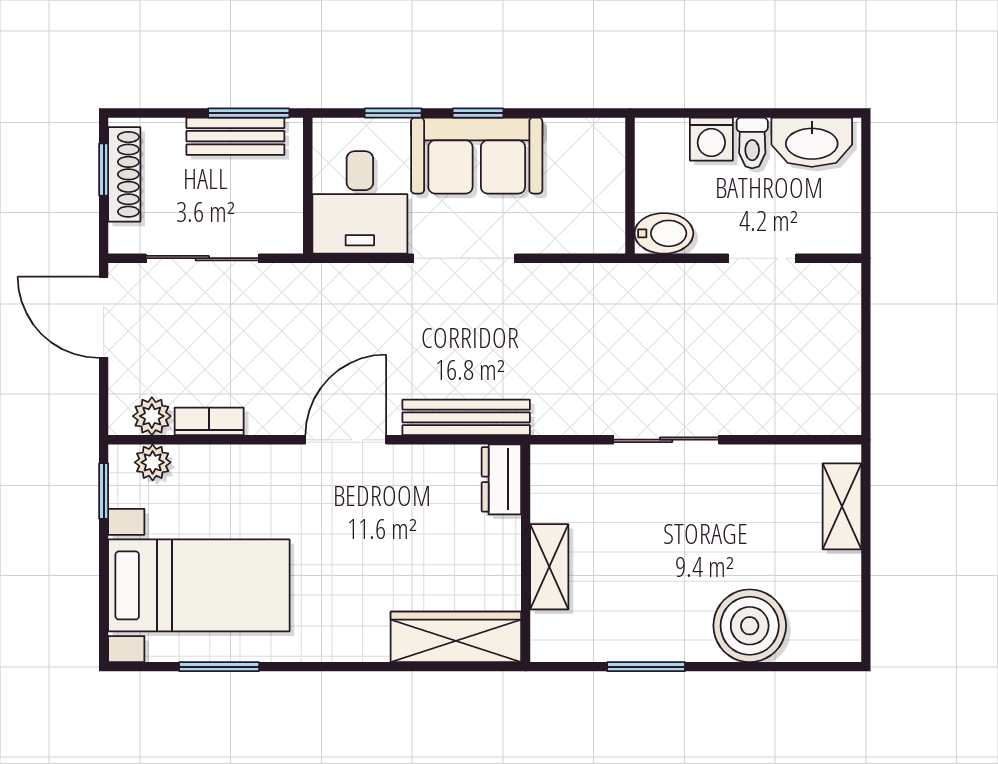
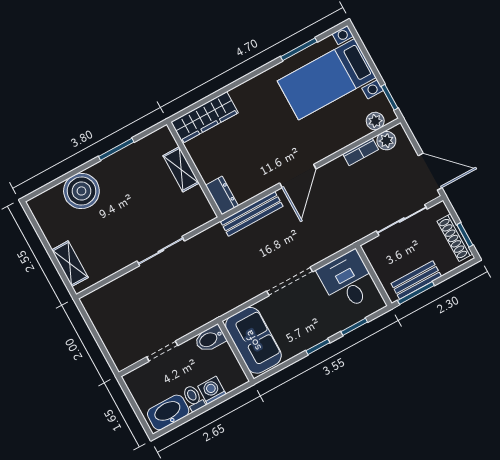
sofa: (477, 156) -> (253, 340), moved, turned 90

